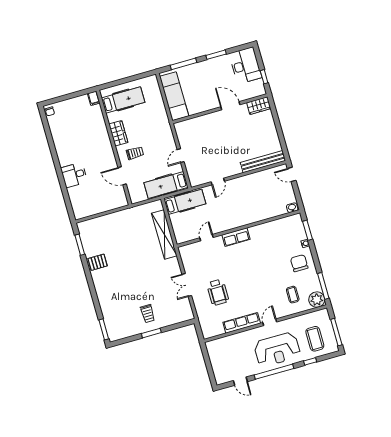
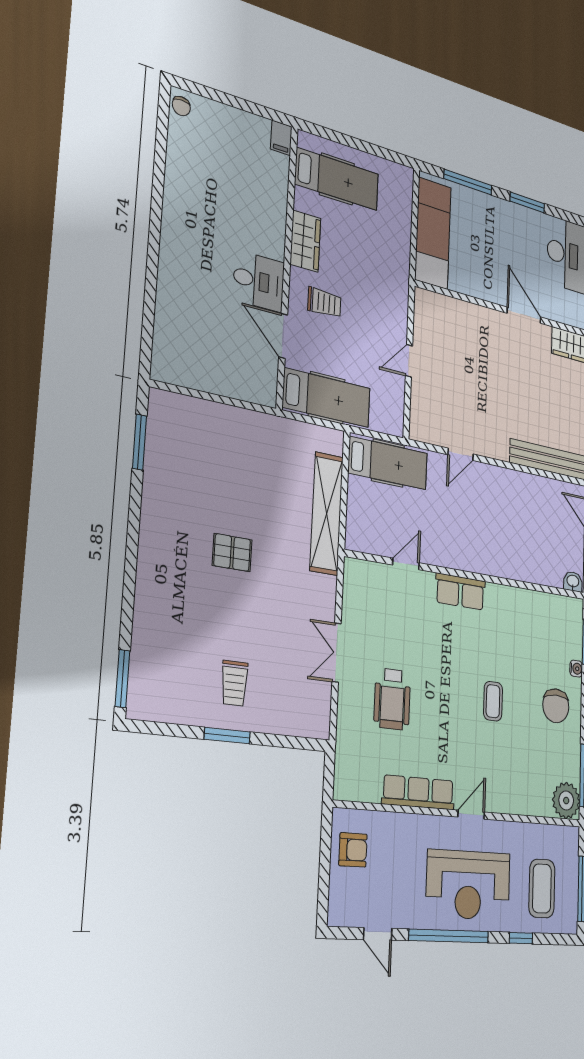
desk: (74, 175) -> (259, 281), moved, turned 180
hospital bed: (166, 185) -> (327, 398), moved, turned 180
pallet: (98, 262) -> (232, 553), moved
chair: (299, 263) -> (556, 706), turned 180
coffee table: (293, 295) -> (493, 701), moved
armchair: (219, 355) -> (353, 850), added

